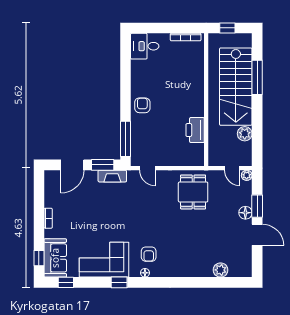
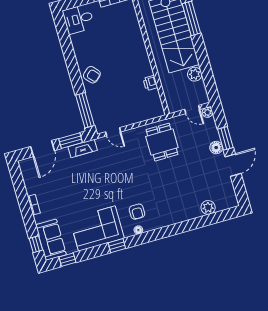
armchair: (142, 105) -> (92, 75), turned 138
printer: (195, 130) -> (150, 83), width x0.53, depth x0.68
door: (257, 235) -> (233, 165), hinge flipped

